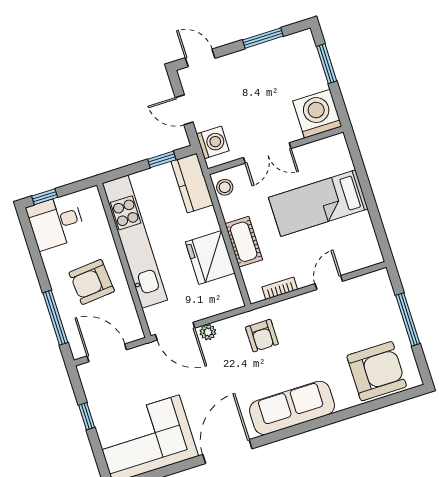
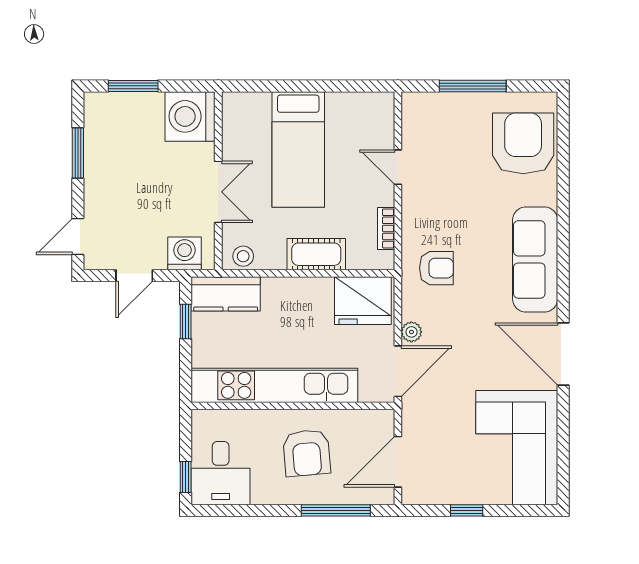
fridge: (210, 257) -> (363, 301), moved

